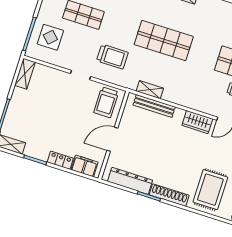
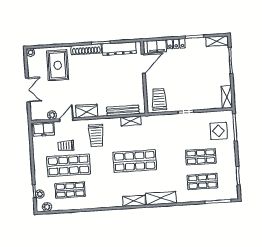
trolley: (112, 57) -> (96, 135), moved, turned -90
door: (112, 139) -> (143, 64), moved

